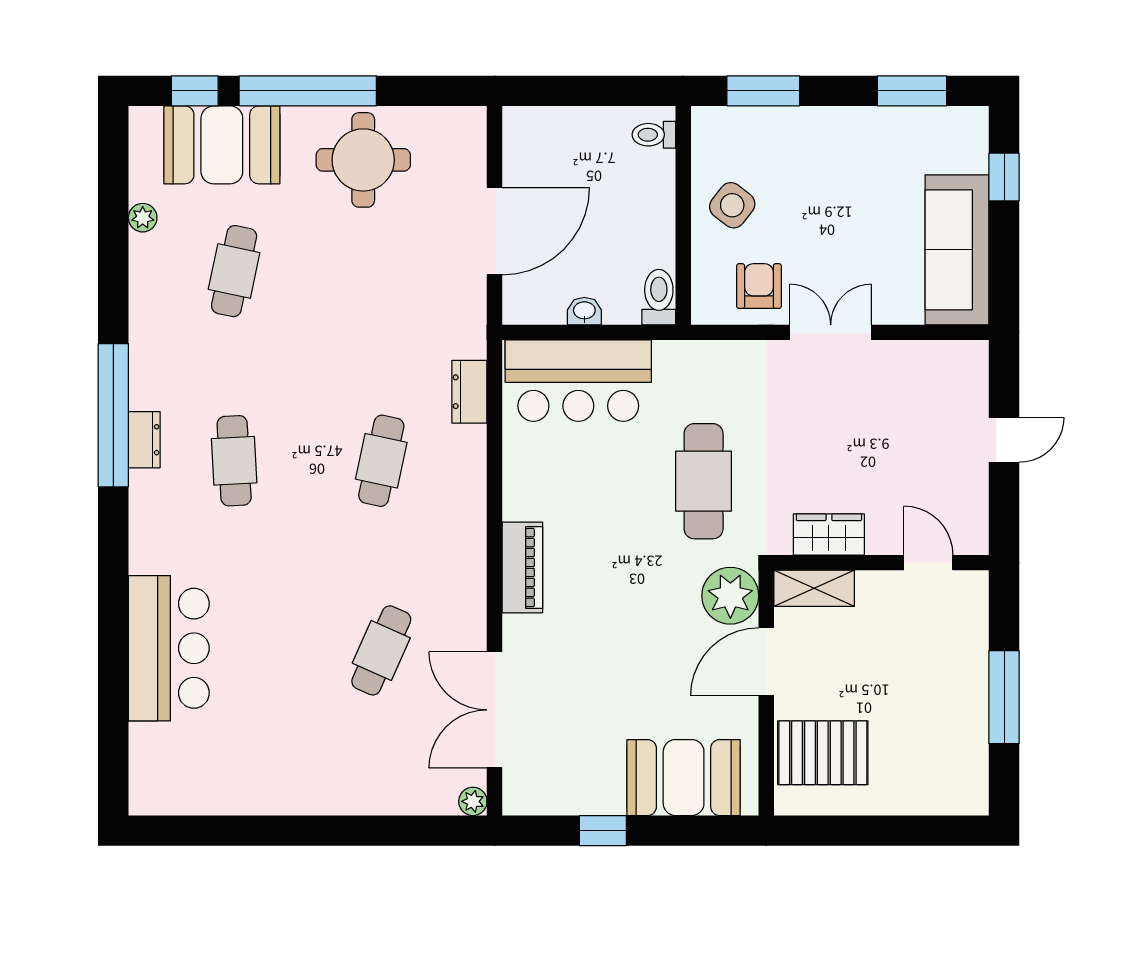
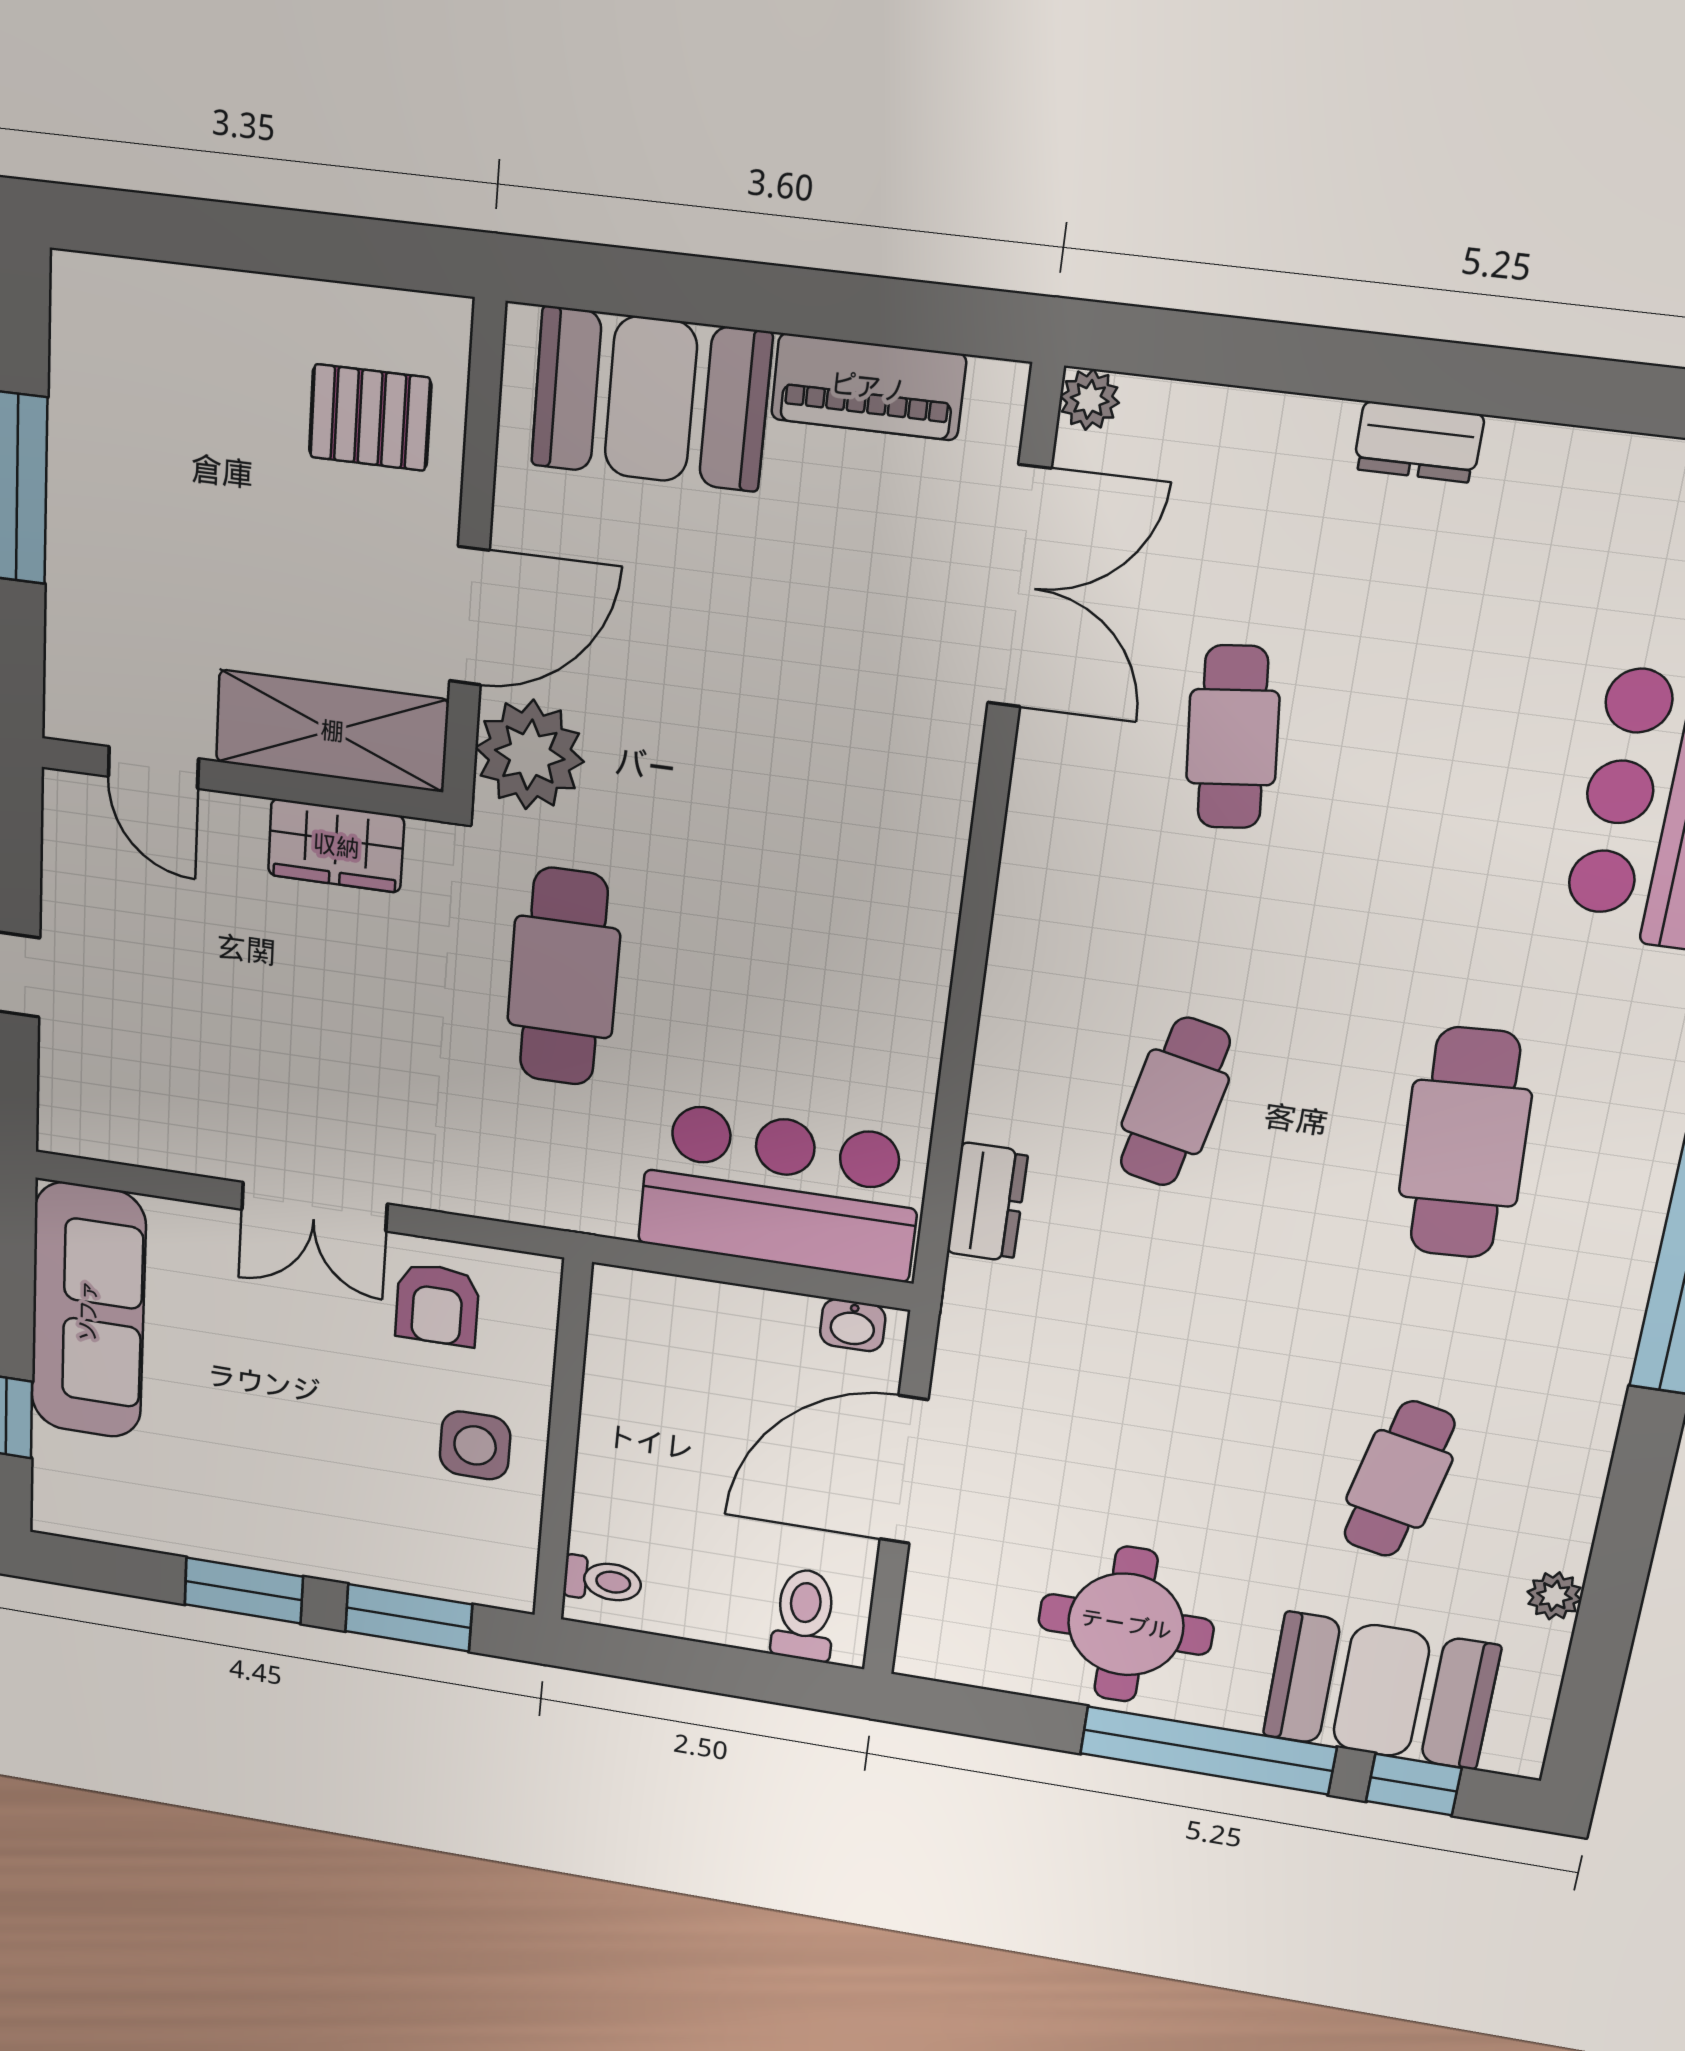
window: (912, 91) -> (244, 1590), moved
side table: (732, 205) -> (475, 1445), turned -38
toilet: (659, 297) -> (804, 1615), moved, turned 180
washbasin: (584, 311) -> (853, 1325), moved
dresser: (144, 440) -> (1419, 442), moved, turned -90
cafe table: (234, 461) -> (1465, 1143), width x1.37, depth x1.35
piano: (522, 567) -> (868, 387), moved, turned -90
shelving: (814, 588) -> (332, 731), width x1.50, depth x1.33
cafe table: (381, 650) -> (1233, 737), turned -30
pallet: (823, 753) -> (370, 418), width x0.67, depth x0.71
window: (603, 831) -> (826, 305), removed

